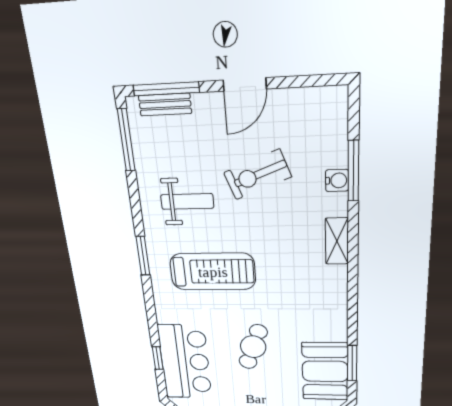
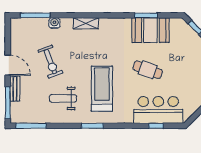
bench: (165, 105) -> (15, 89), moved
window: (353, 171) -> (35, 15), moved
weight bench: (187, 201) -> (63, 98), turned -90
window: (352, 363) -> (146, 15), moved
booth: (325, 371) -> (150, 30), moved

